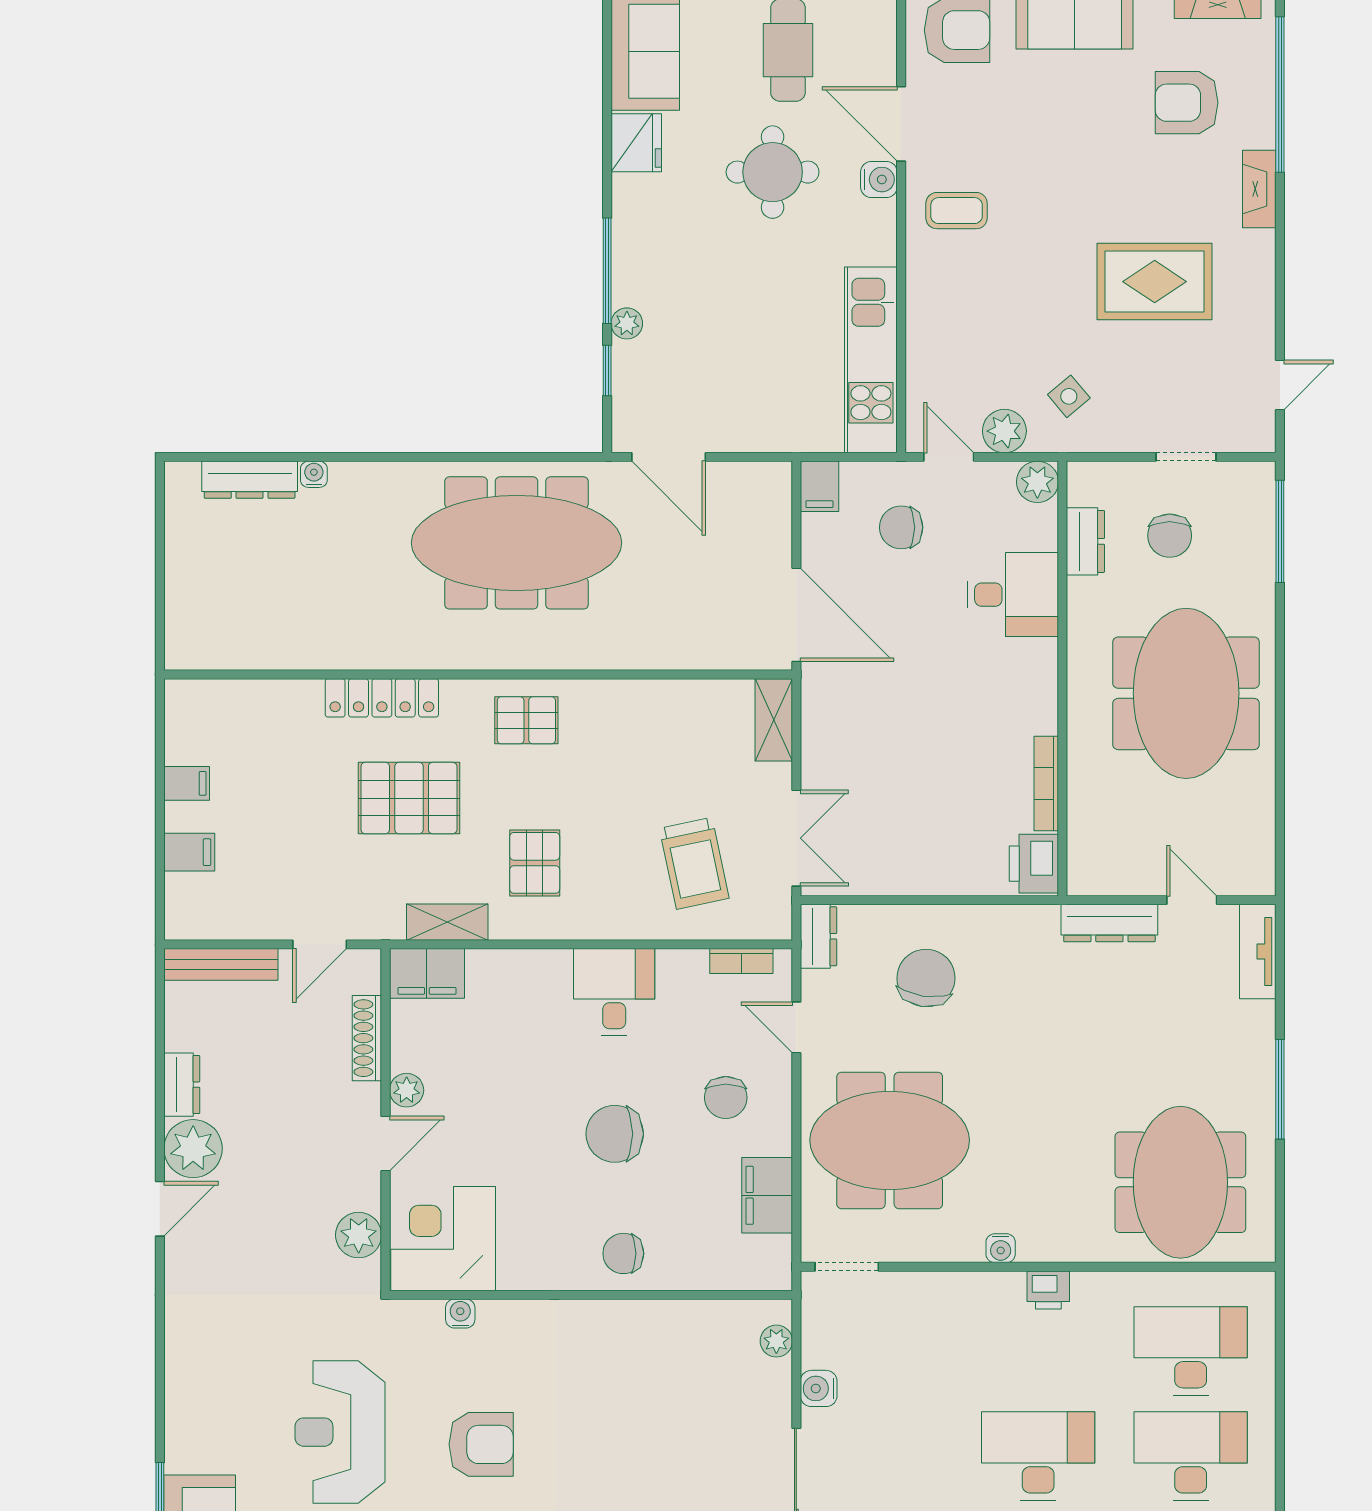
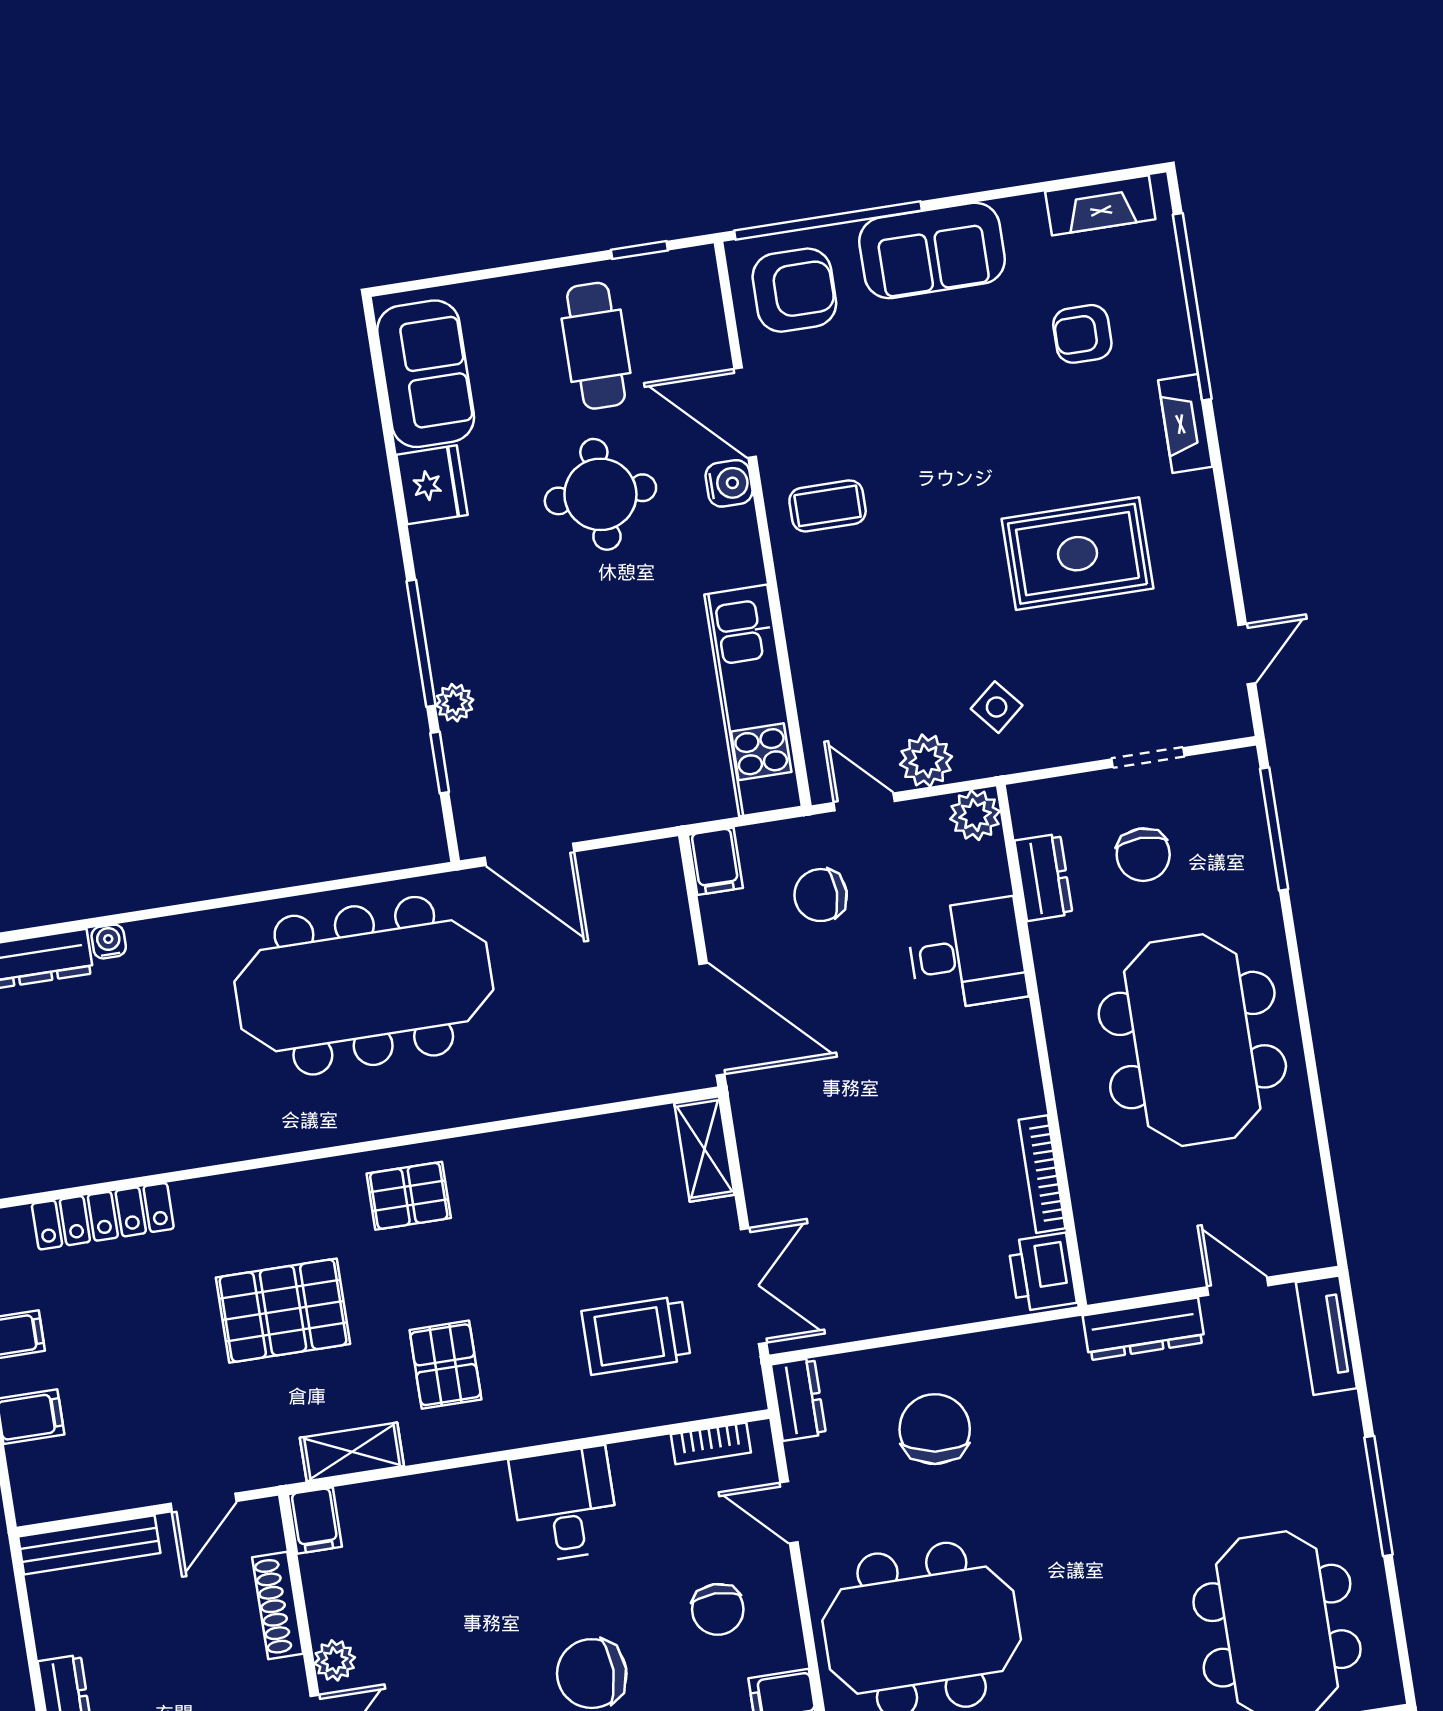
armchair: (1187, 103) -> (1082, 334), width x0.72, depth x0.72
locker: (382, 698) -> (103, 1216), moved
trolley: (694, 863) -> (636, 1335), turned 102
filing cabinet: (427, 973) -> (315, 1520), width x0.50

